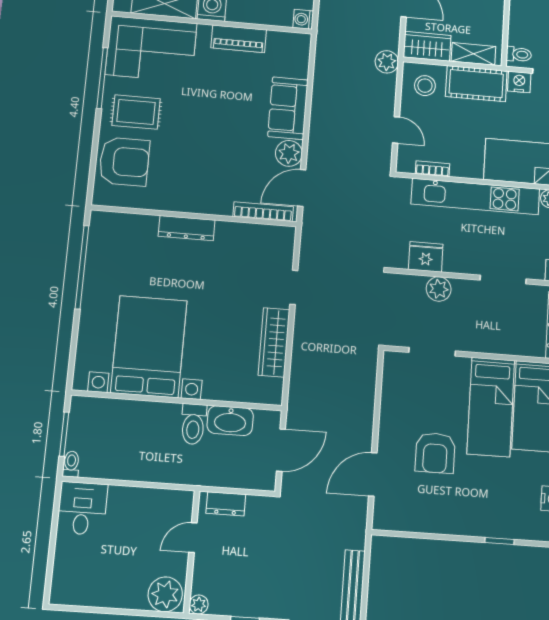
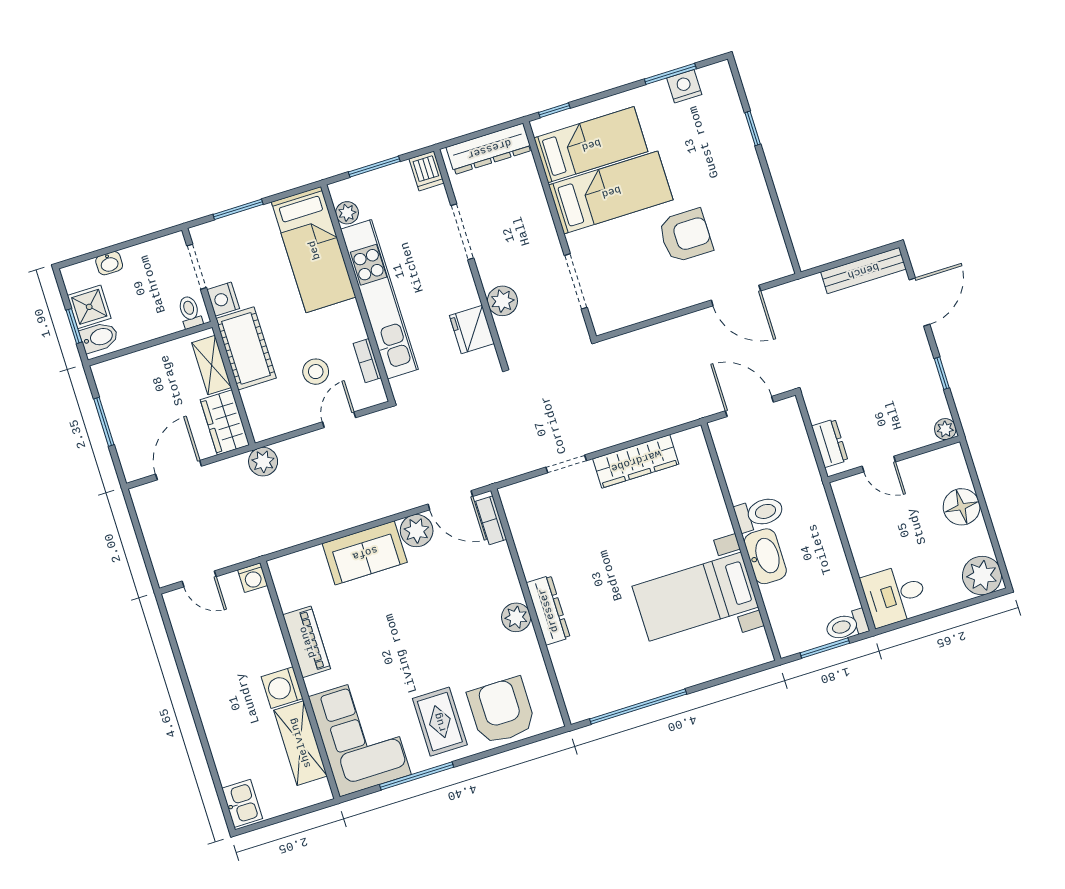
stool: (425, 86) -> (316, 372), moved
plant: (191, 201) -> (516, 617), added
bookcase: (263, 212) -> (491, 520), width x0.64
bed with nightstands: (149, 347) -> (695, 597), width x0.73
washbasin: (230, 421) -> (765, 556), moved
toilet: (71, 464) -> (847, 625), width x1.37, depth x1.39
floor lamp: (130, 593) -> (962, 507), added
plant: (165, 594) -> (982, 576), moved

